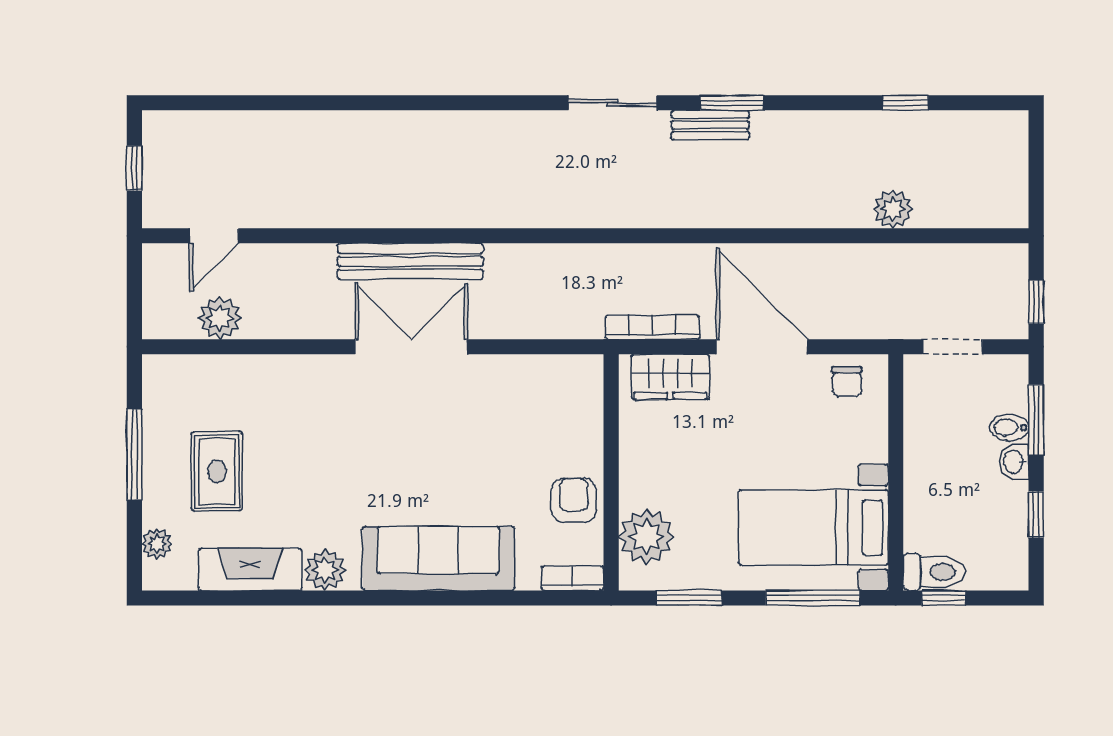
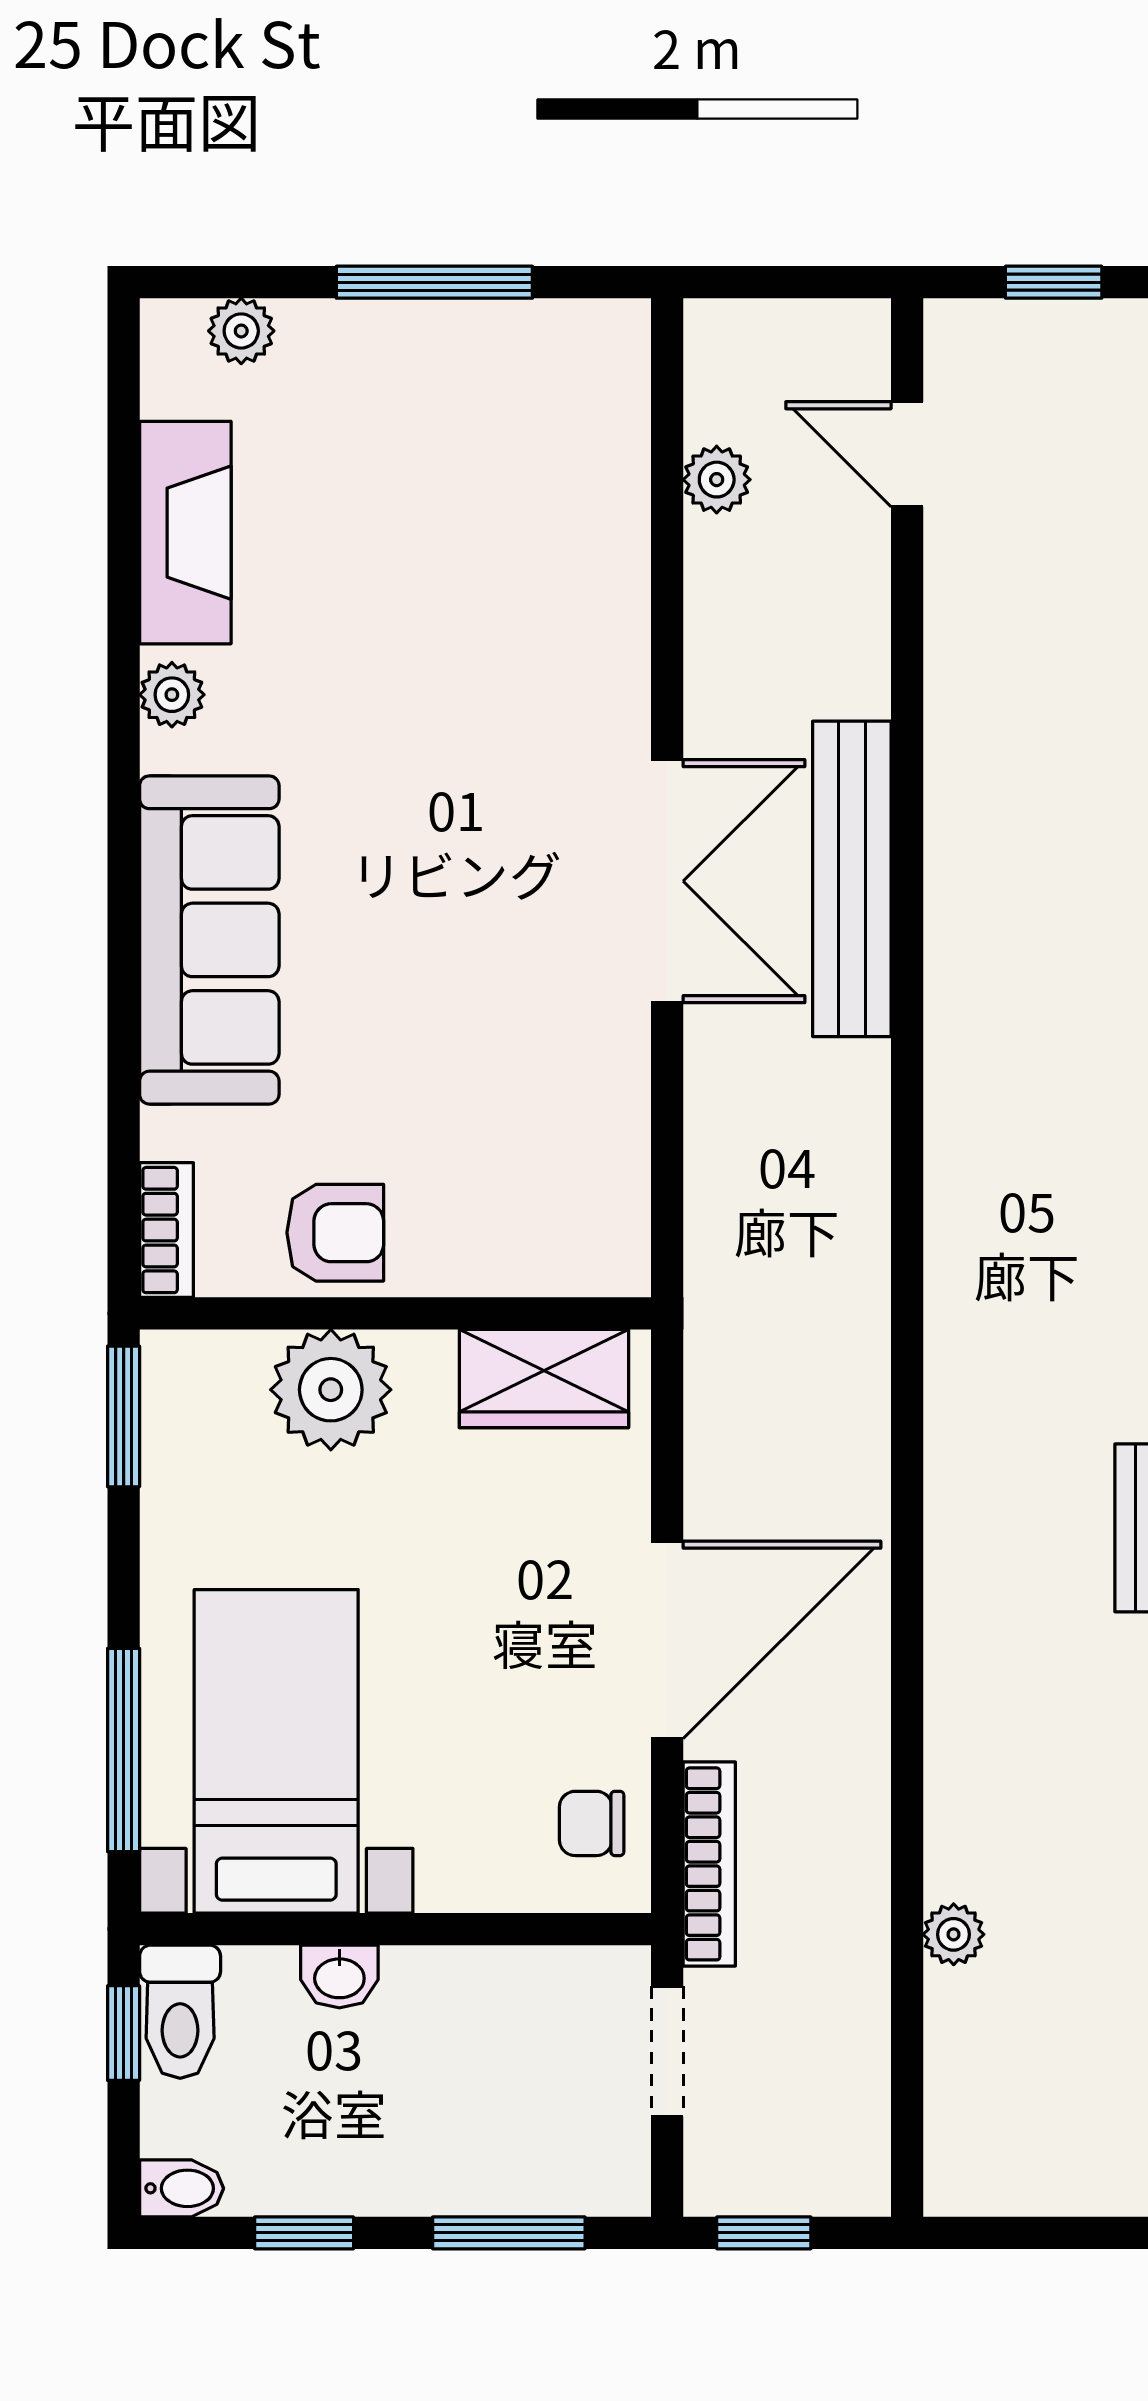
plant: (893, 209) -> (954, 1934), width x0.73, depth x0.73
plant: (220, 318) -> (717, 480), width x0.73, depth x0.73
bookcase: (653, 327) -> (709, 1864), moved
wardrobe: (670, 377) -> (544, 1379), moved, turned -90
bidet: (1009, 428) -> (182, 2188), moved, turned 90
washbasin: (1014, 462) -> (339, 1976), moved, turned 180
rug: (217, 471) -> (398, 461), removed
plant: (646, 537) -> (331, 1390), moved
plant: (325, 570) -> (172, 695), width x0.73, depth x0.73
window: (689, 598) -> (124, 1416), moved

